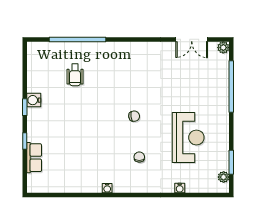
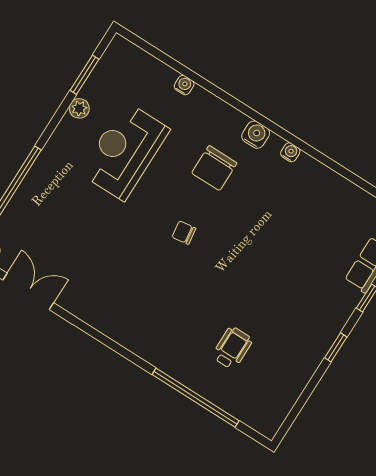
water cooler: (34, 100) -> (256, 135), moved, turned -90
chair: (139, 157) -> (214, 168), width x1.87, depth x1.87
plant: (224, 177) -> (79, 108), moved

